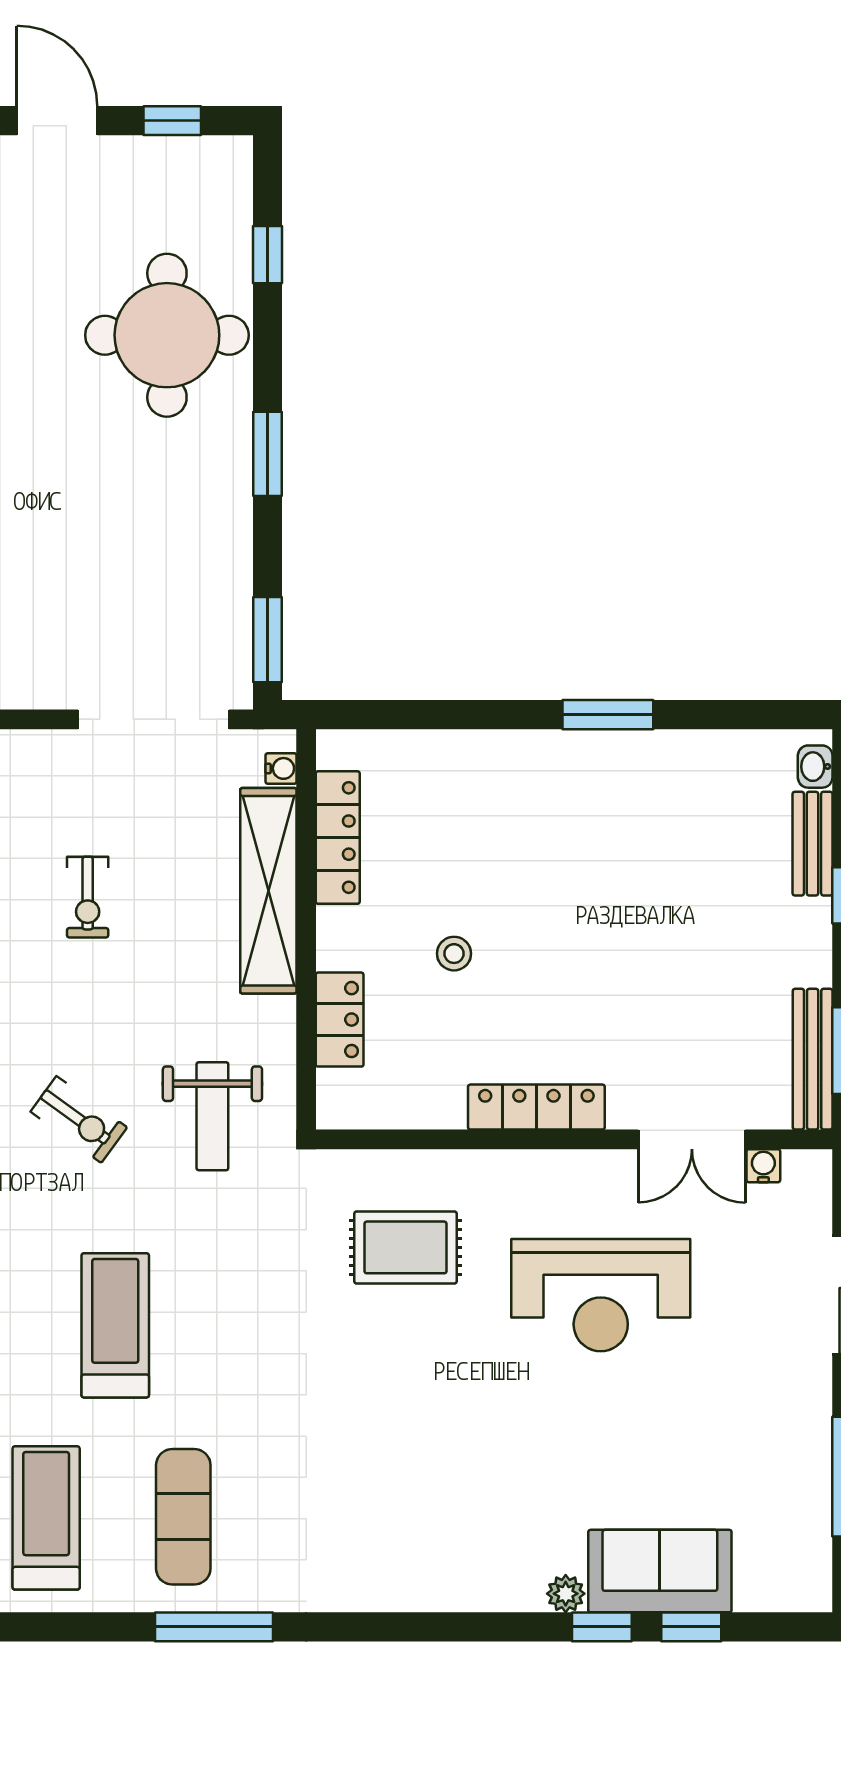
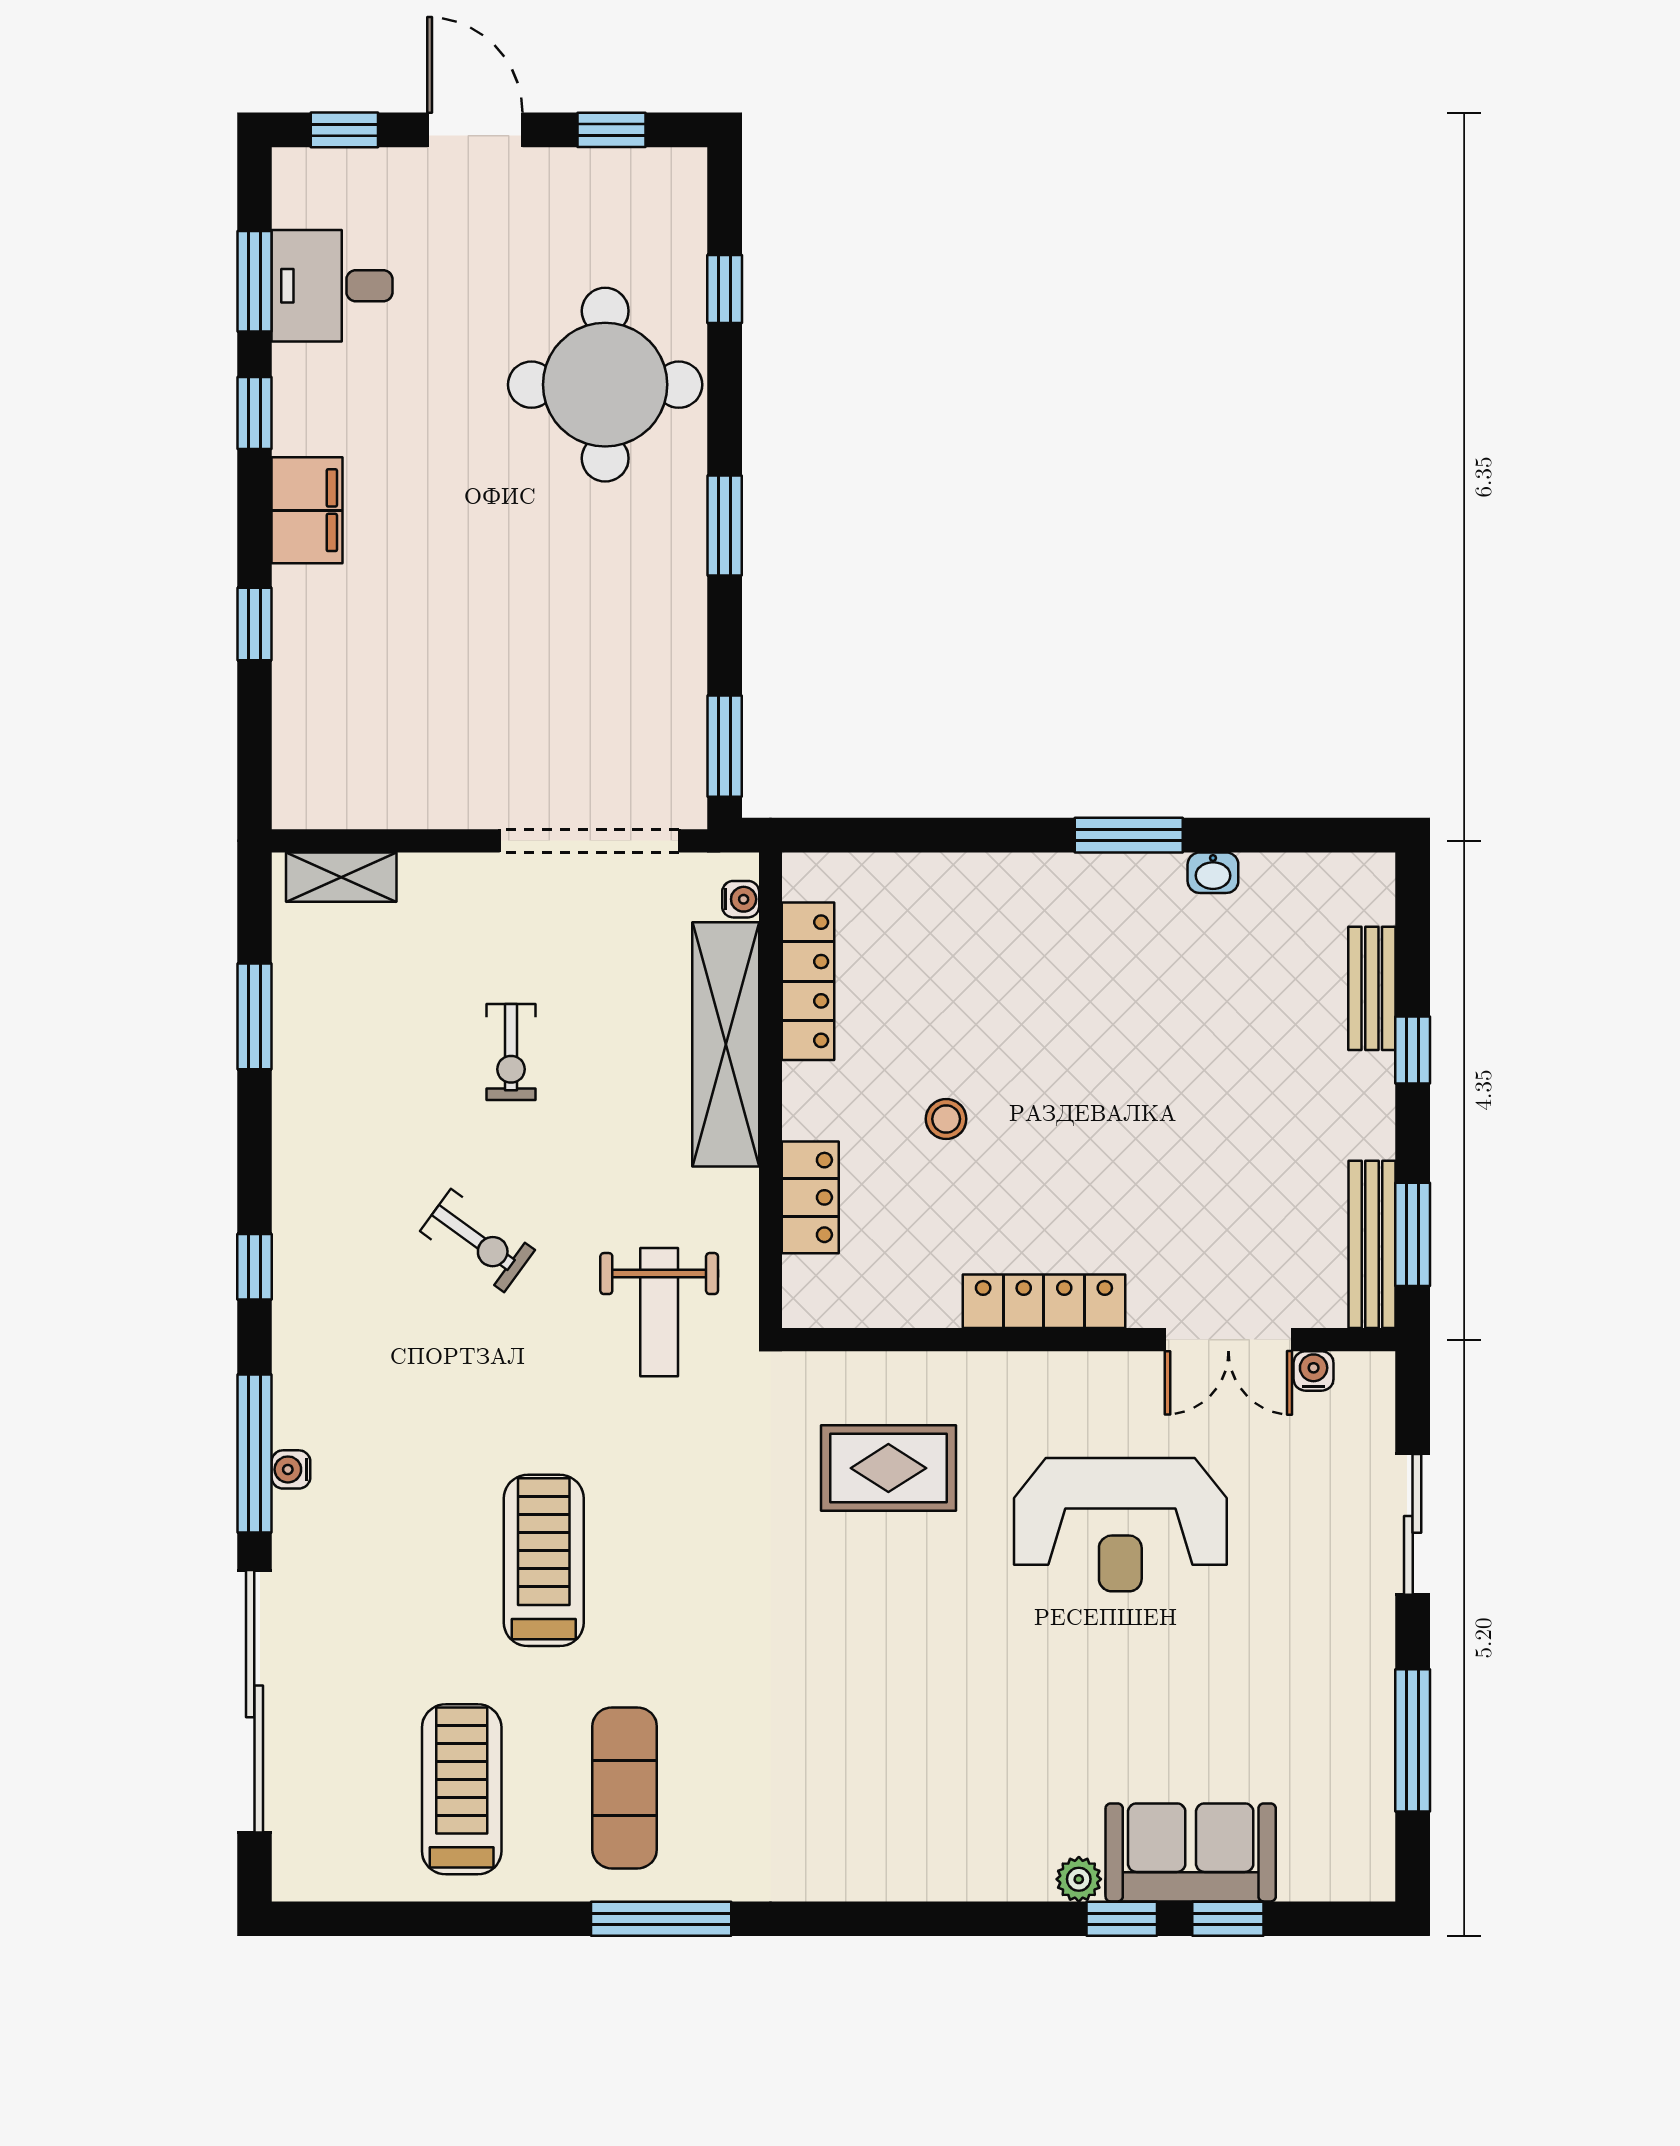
washbasin: (815, 767) -> (1213, 873), moved, turned -90
exercise bike: (79, 1120) -> (477, 1241), moved

